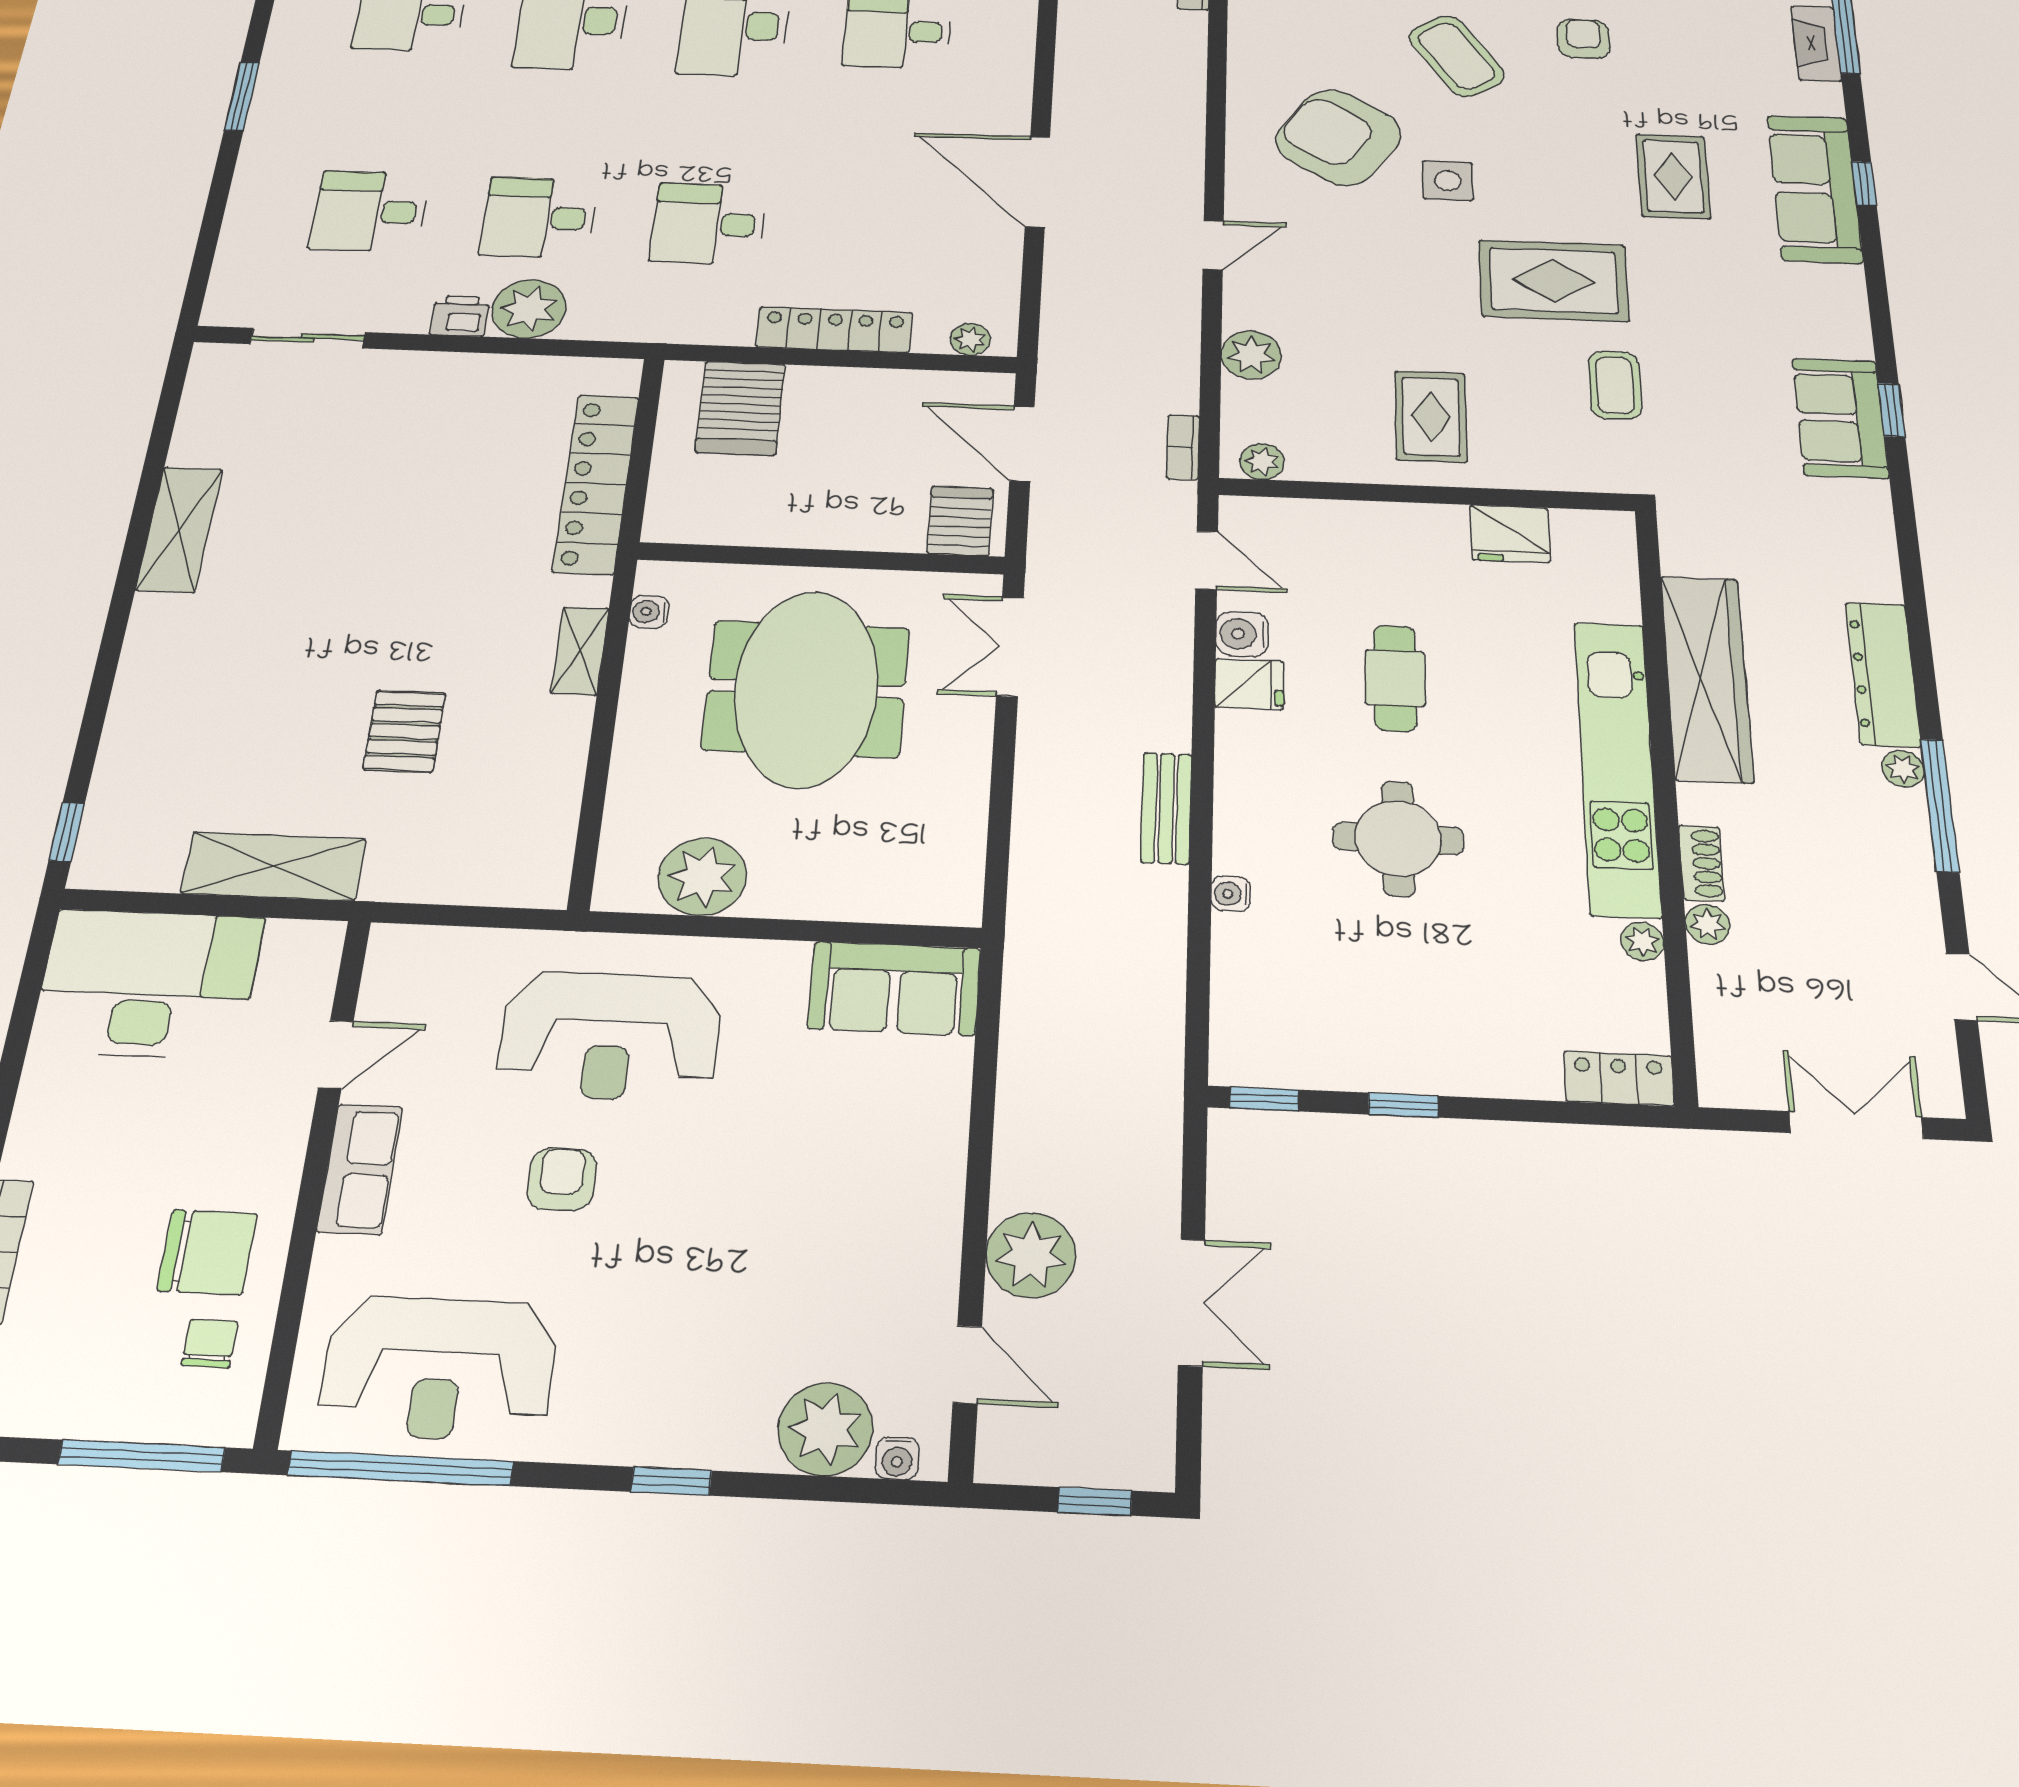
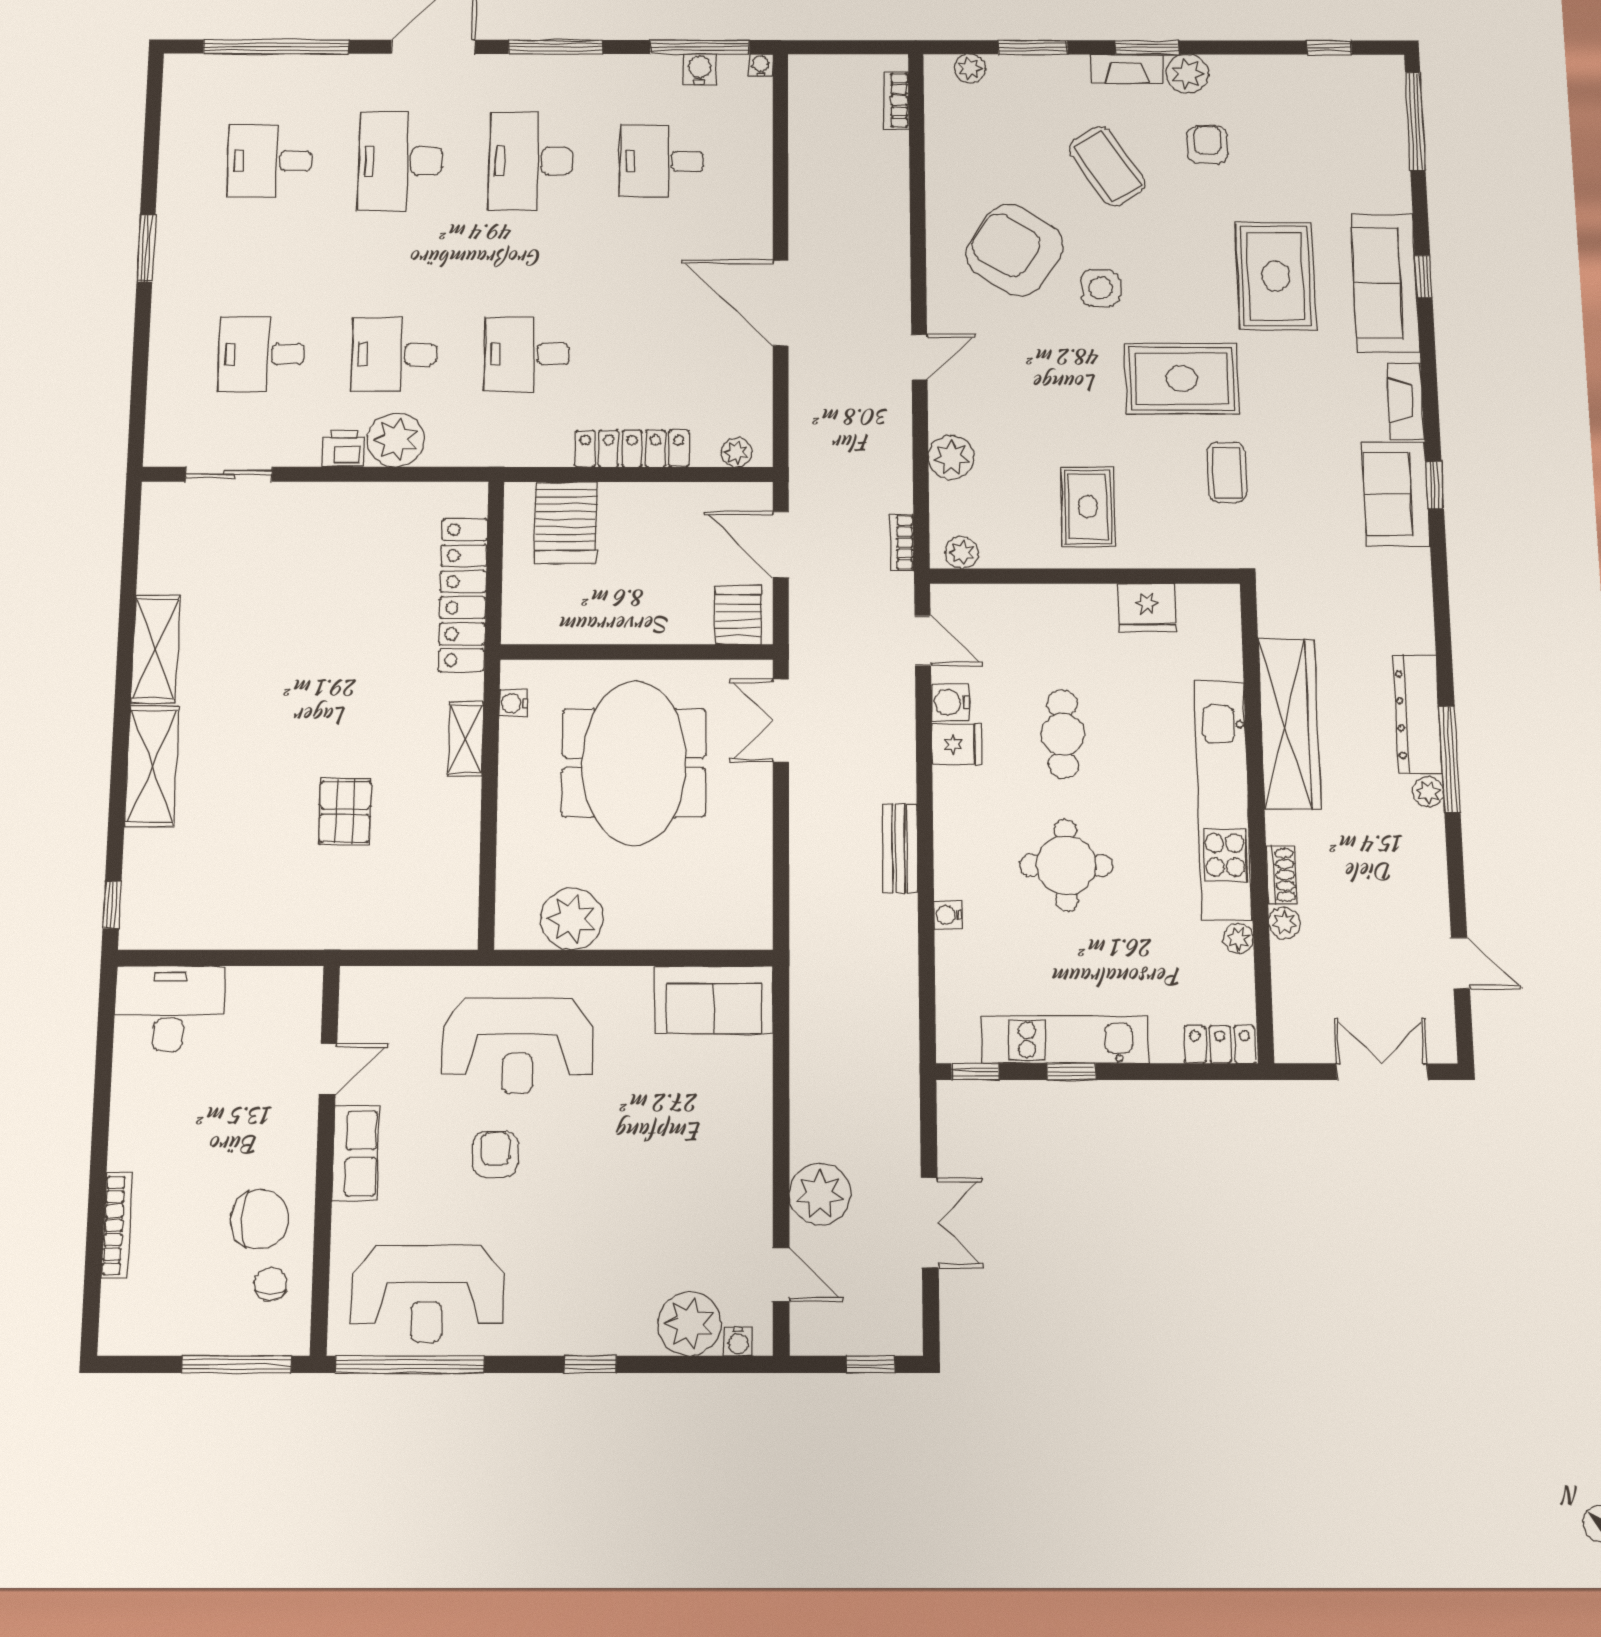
fireplace: (1816, 44) -> (1405, 401), moved
rug: (1673, 176) -> (1276, 276), width x1.36, depth x1.43
window: (1940, 805) -> (1449, 759), moved
shelving: (274, 866) -> (152, 766), moved, turned 90
desk: (148, 984) -> (169, 1008), width x0.73, depth x0.77
kitchen unit: (1395, 1063) -> (1065, 1040), added

